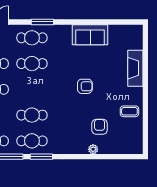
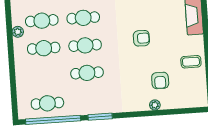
armchair: (100, 127) -> (160, 80), turned 180
cafe table: (32, 141) -> (85, 45), moved

